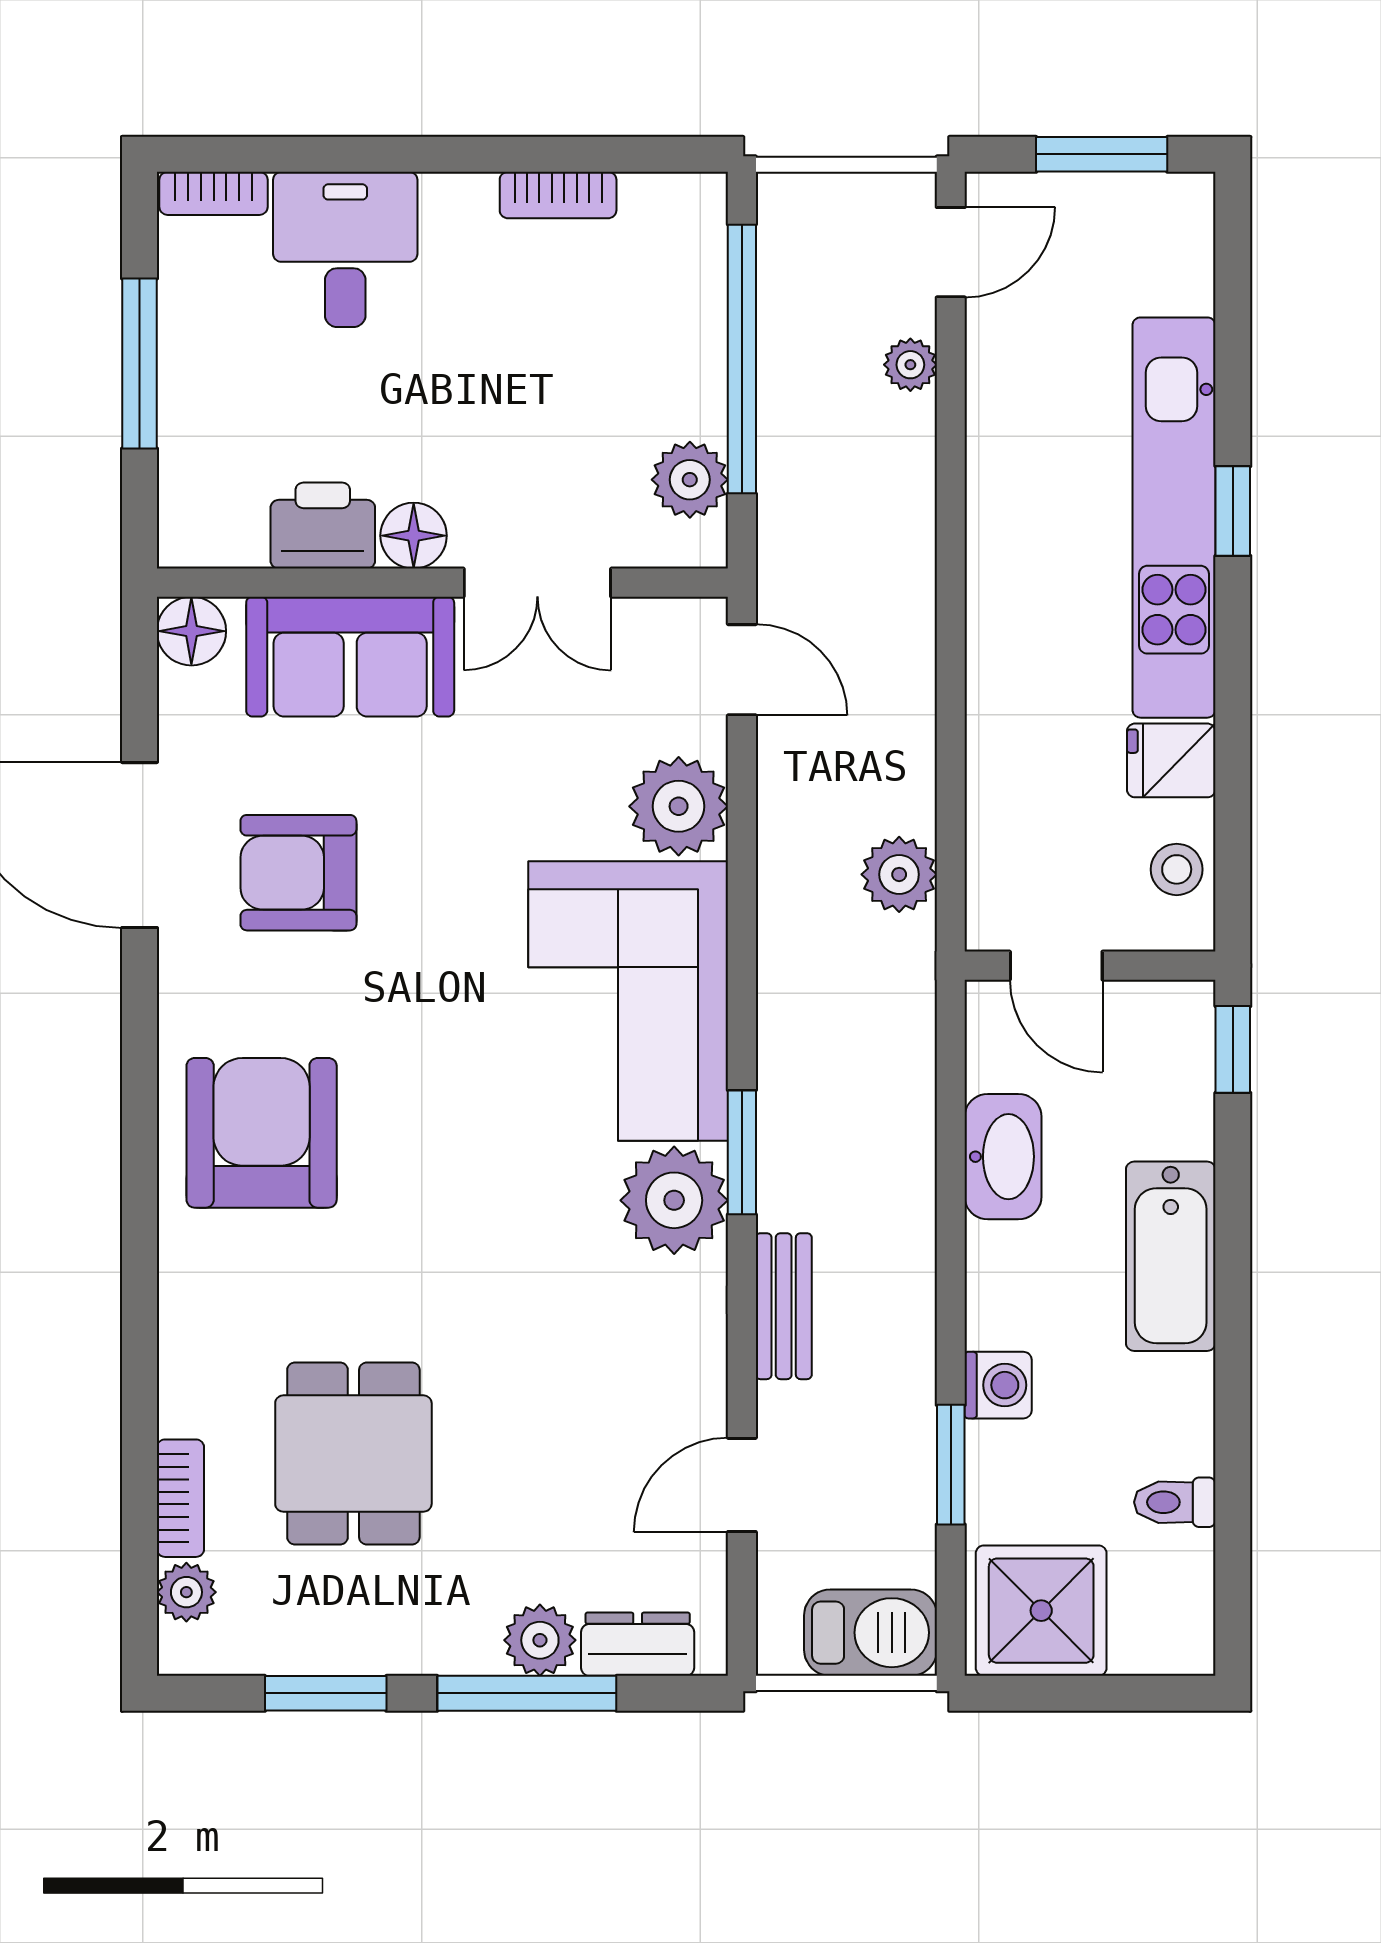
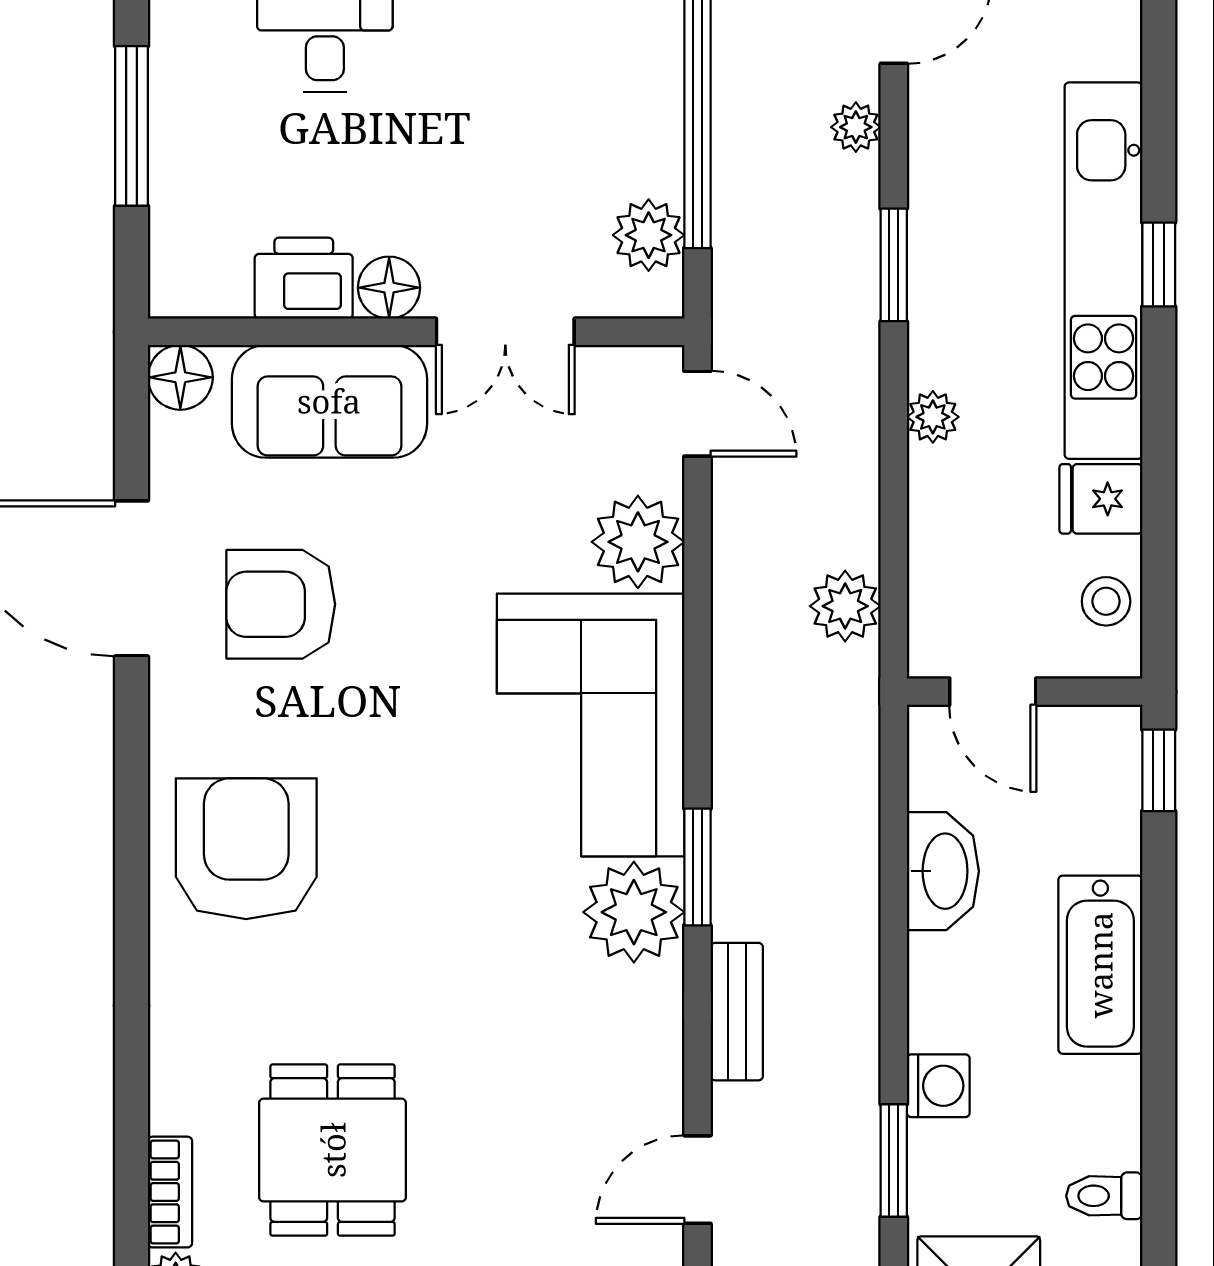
window: (951, 511) -> (894, 265), added
plant: (992, 673) -> (933, 417), added

